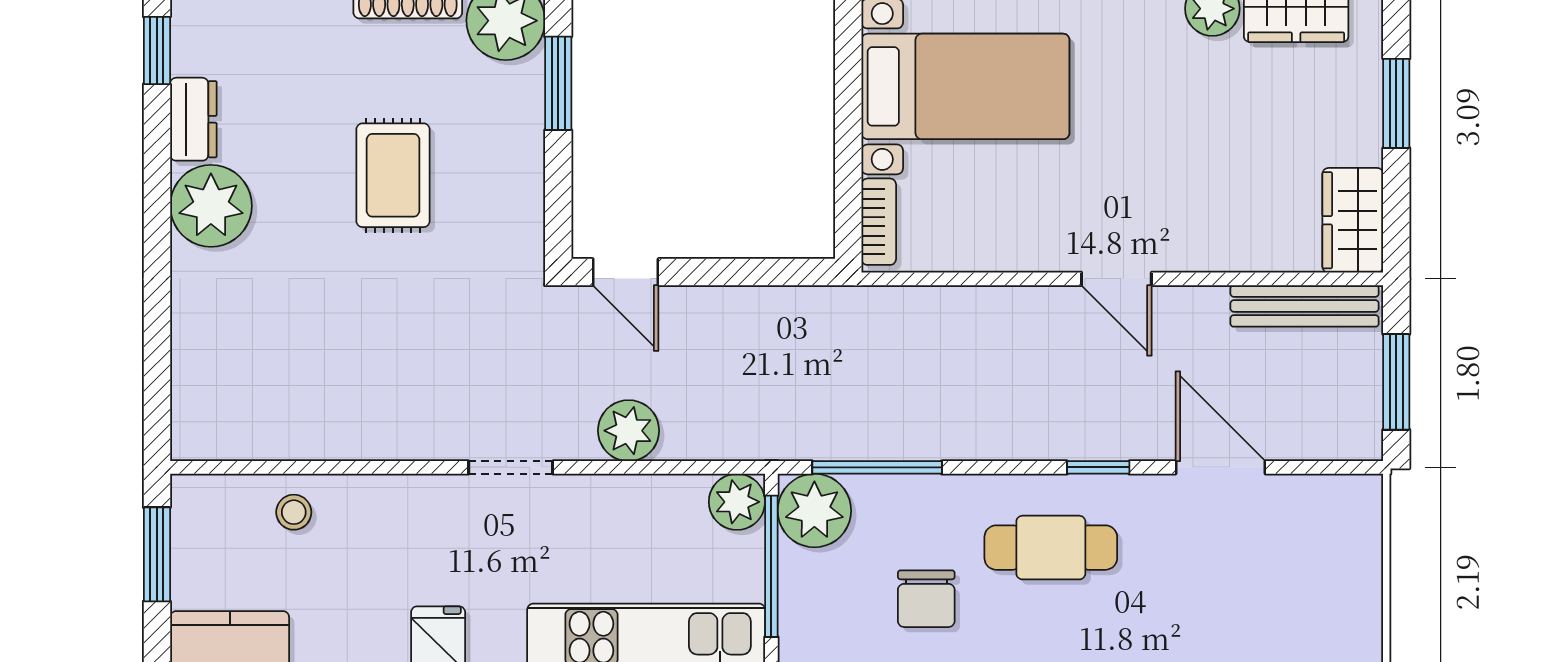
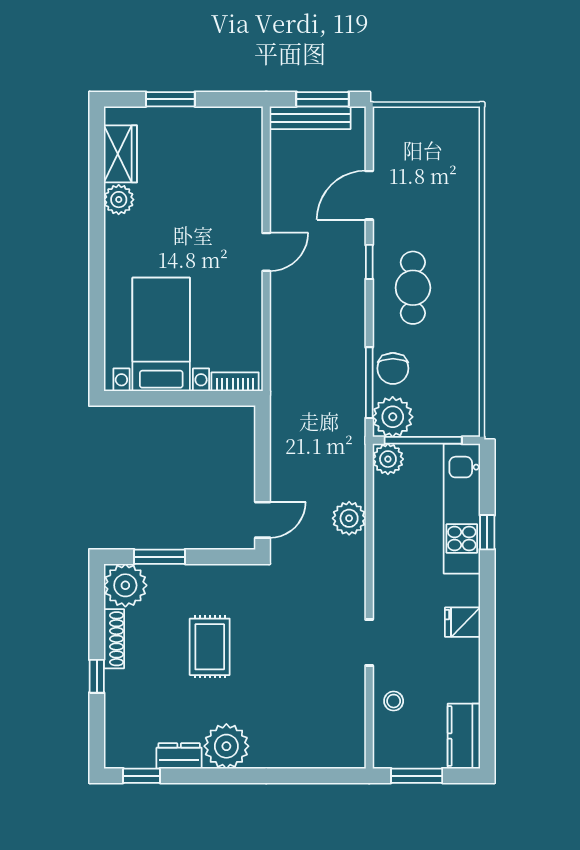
rug: (393, 175) -> (210, 647), turned 90
wardrobe: (1353, 220) -> (234, 123), removed
bench: (1305, 306) -> (310, 118), moved, turned 90
doorway: (511, 467) -> (369, 642), moved
chair: (926, 599) -> (393, 368), moved, turned 90

